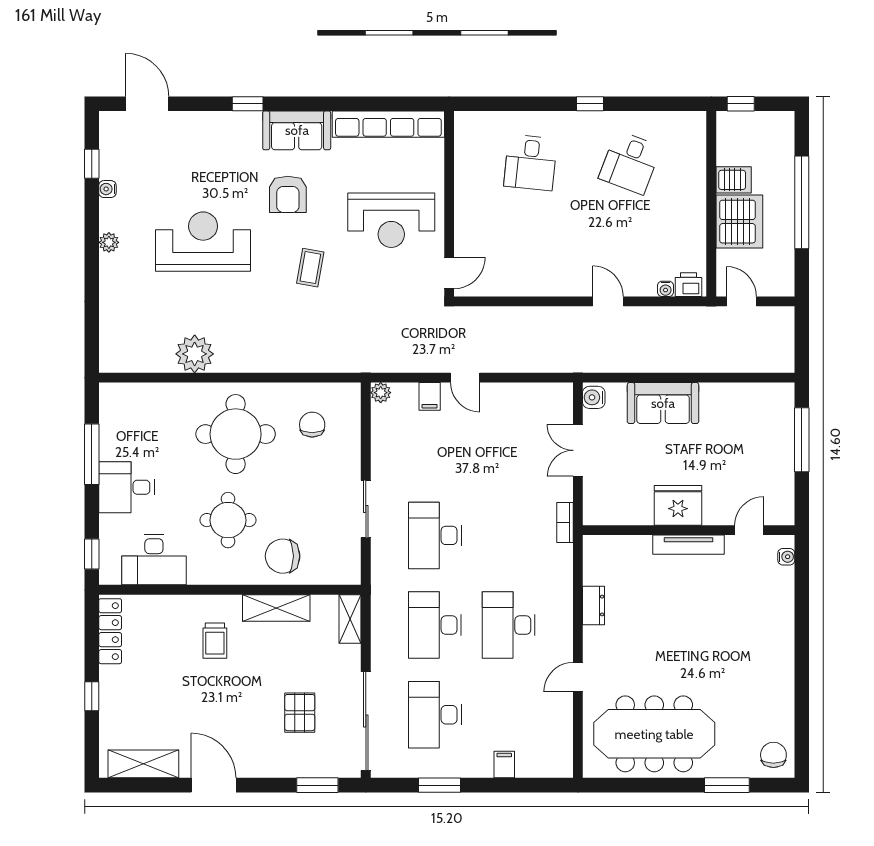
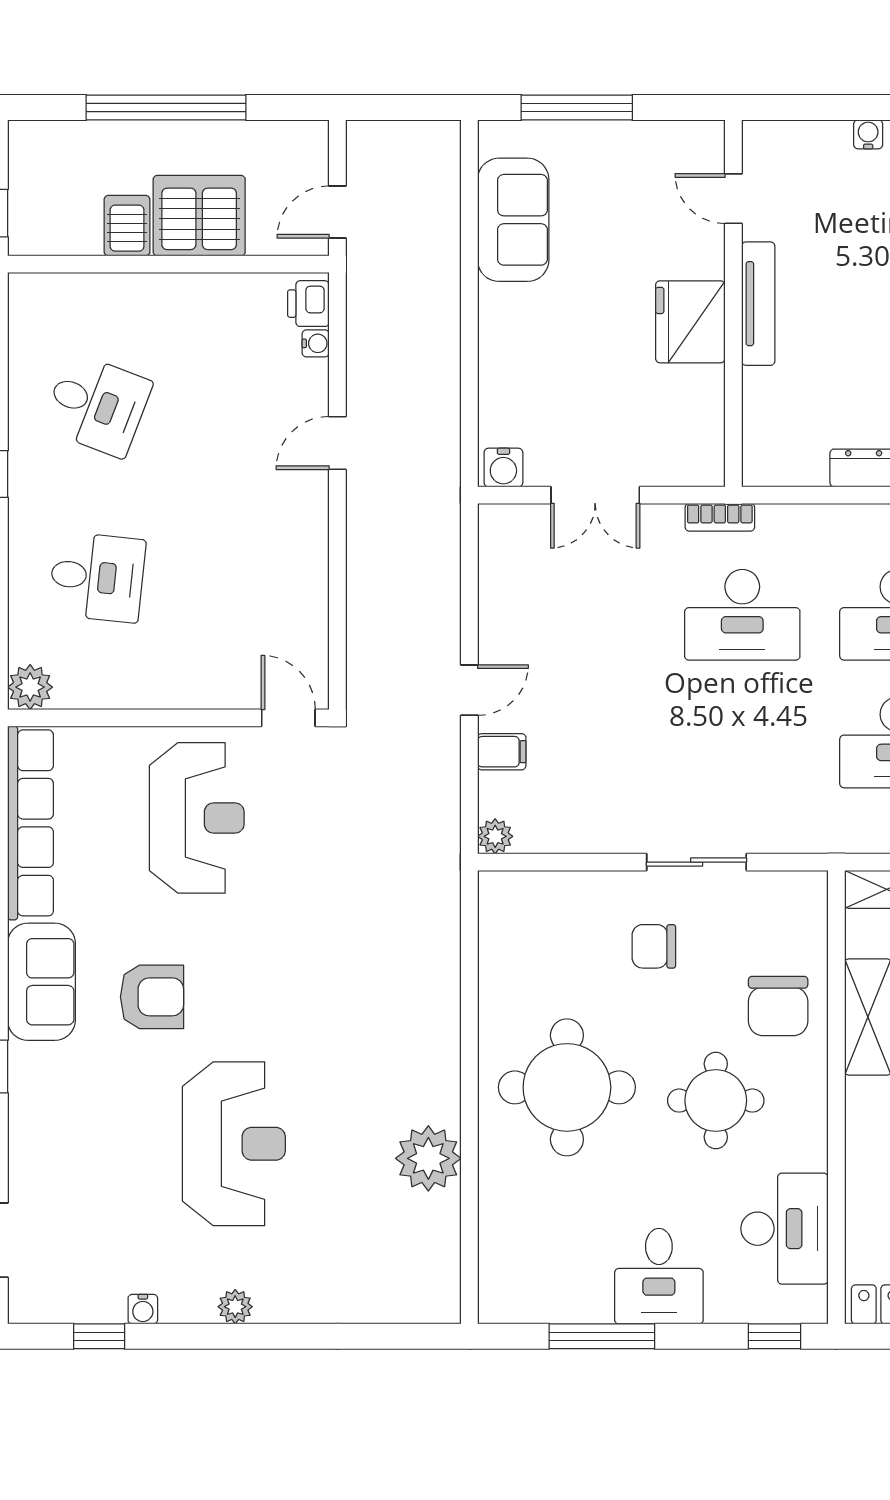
plant: (467, 124) -> (30, 687), added
reception desk: (203, 242) -> (234, 1144), turned 180
coffee table: (310, 268) -> (279, 958), removed
sofa: (663, 403) -> (513, 220), moved
chair: (312, 425) -> (654, 946), moved
desk: (435, 535) -> (742, 615), moved
water cooler: (786, 557) -> (868, 134), moved

